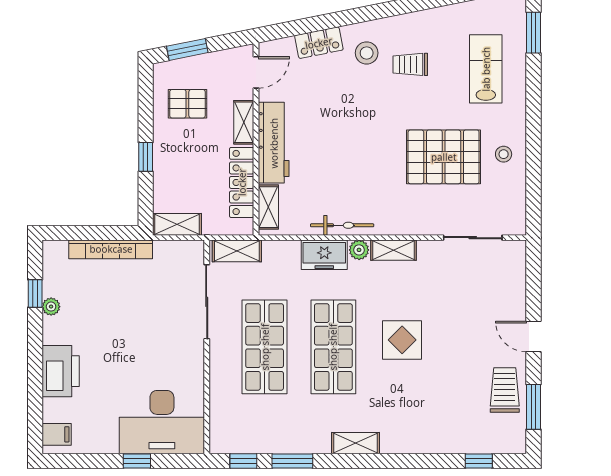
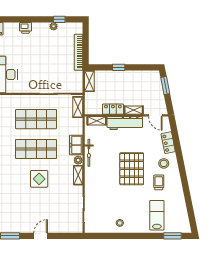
lab bench: (486, 69) -> (157, 215), turned -90
pallet: (187, 104) -> (142, 86), removed
pallet: (444, 157) -> (132, 169), moved
locker: (242, 182) -> (113, 109), width x0.66
printer: (61, 371) -> (26, 28), width x0.53, depth x0.68
trolley: (505, 390) -> (17, 223), removed

